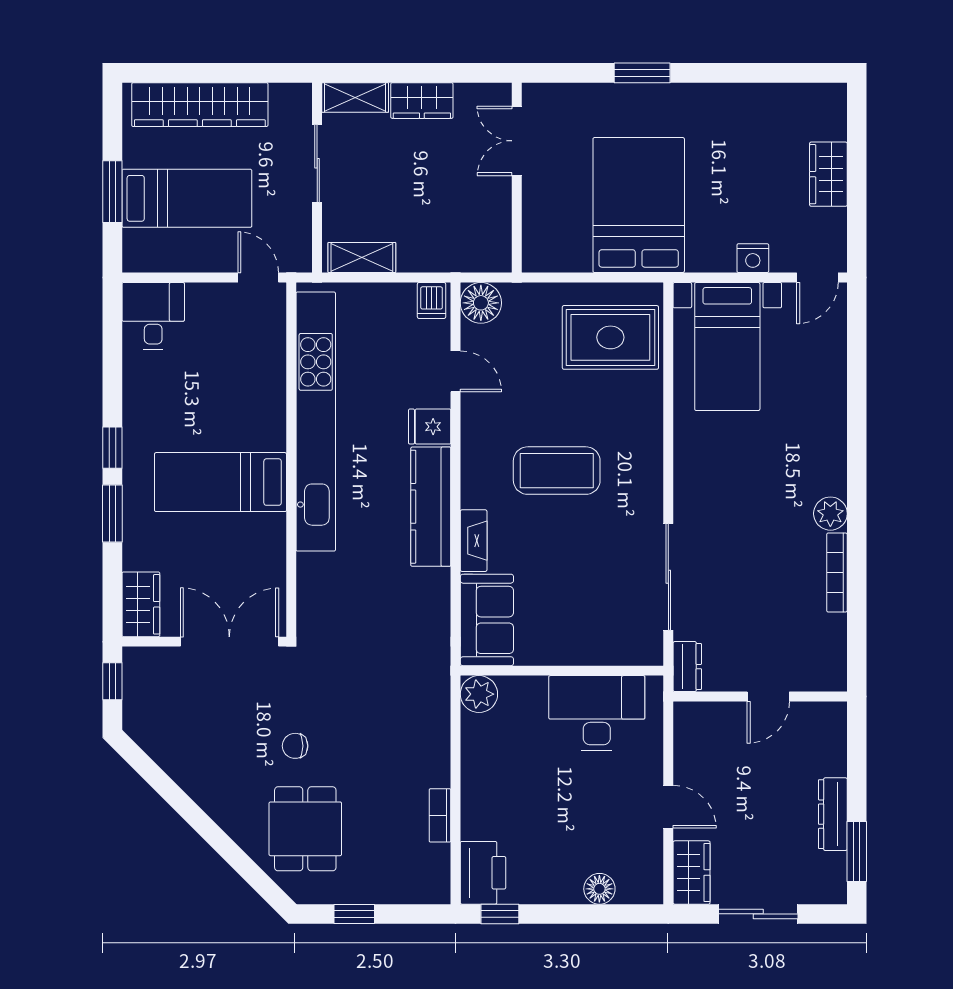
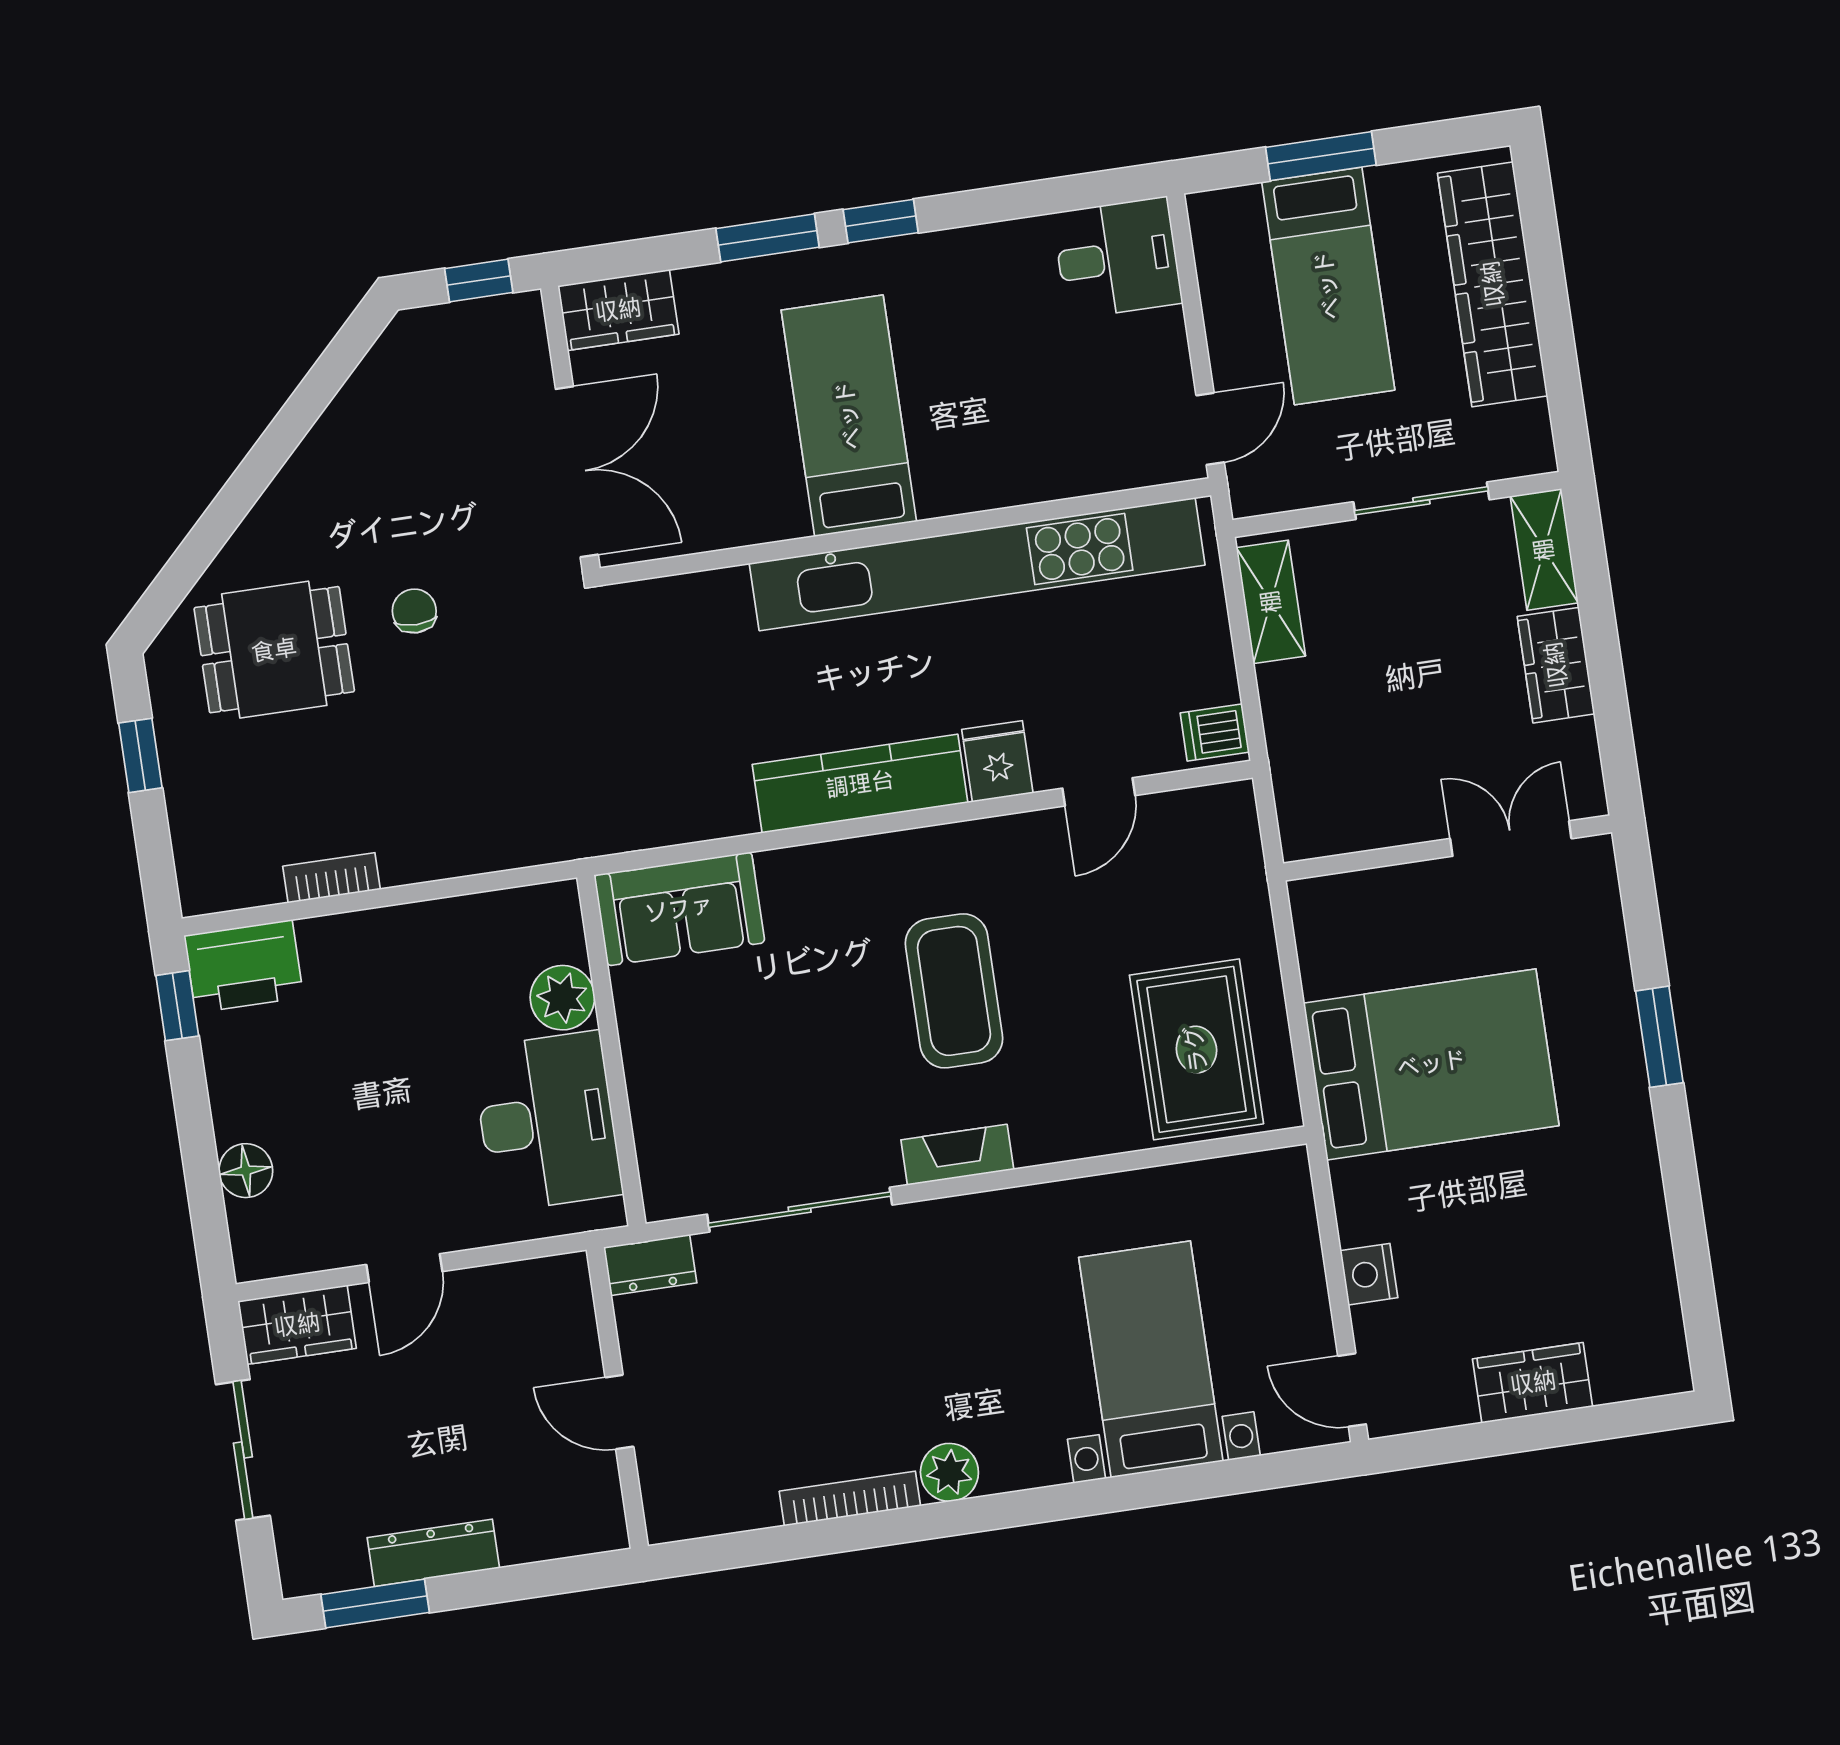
floor lamp: (481, 303) -> (1223, 818), removed
bed with nightstands: (727, 346) -> (1151, 1359), moved, turned 90
fireplace: (474, 541) -> (957, 1155), moved, turned 180
plant: (479, 694) -> (562, 998), moved

